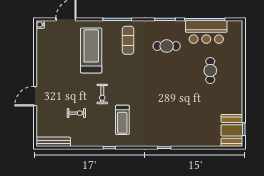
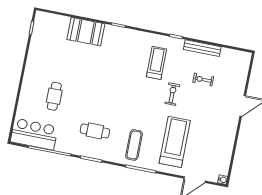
bar counter: (206, 32) -> (34, 134), moved
treadmill: (91, 50) -> (175, 142), turned 180
booth: (232, 130) -> (86, 32), moved, turned 90
bench: (53, 142) -> (202, 48), moved

